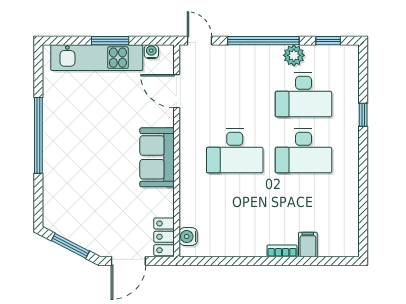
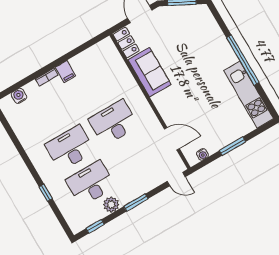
window: (263, 41) -> (136, 203), width x0.47
kitchen unit: (97, 58) -> (249, 95), moved, turned -90
sofa: (157, 157) -> (149, 72), moved
water cooler: (188, 237) -> (19, 96), moved, turned -90
filing cabinet: (308, 244) -> (65, 72), moved

